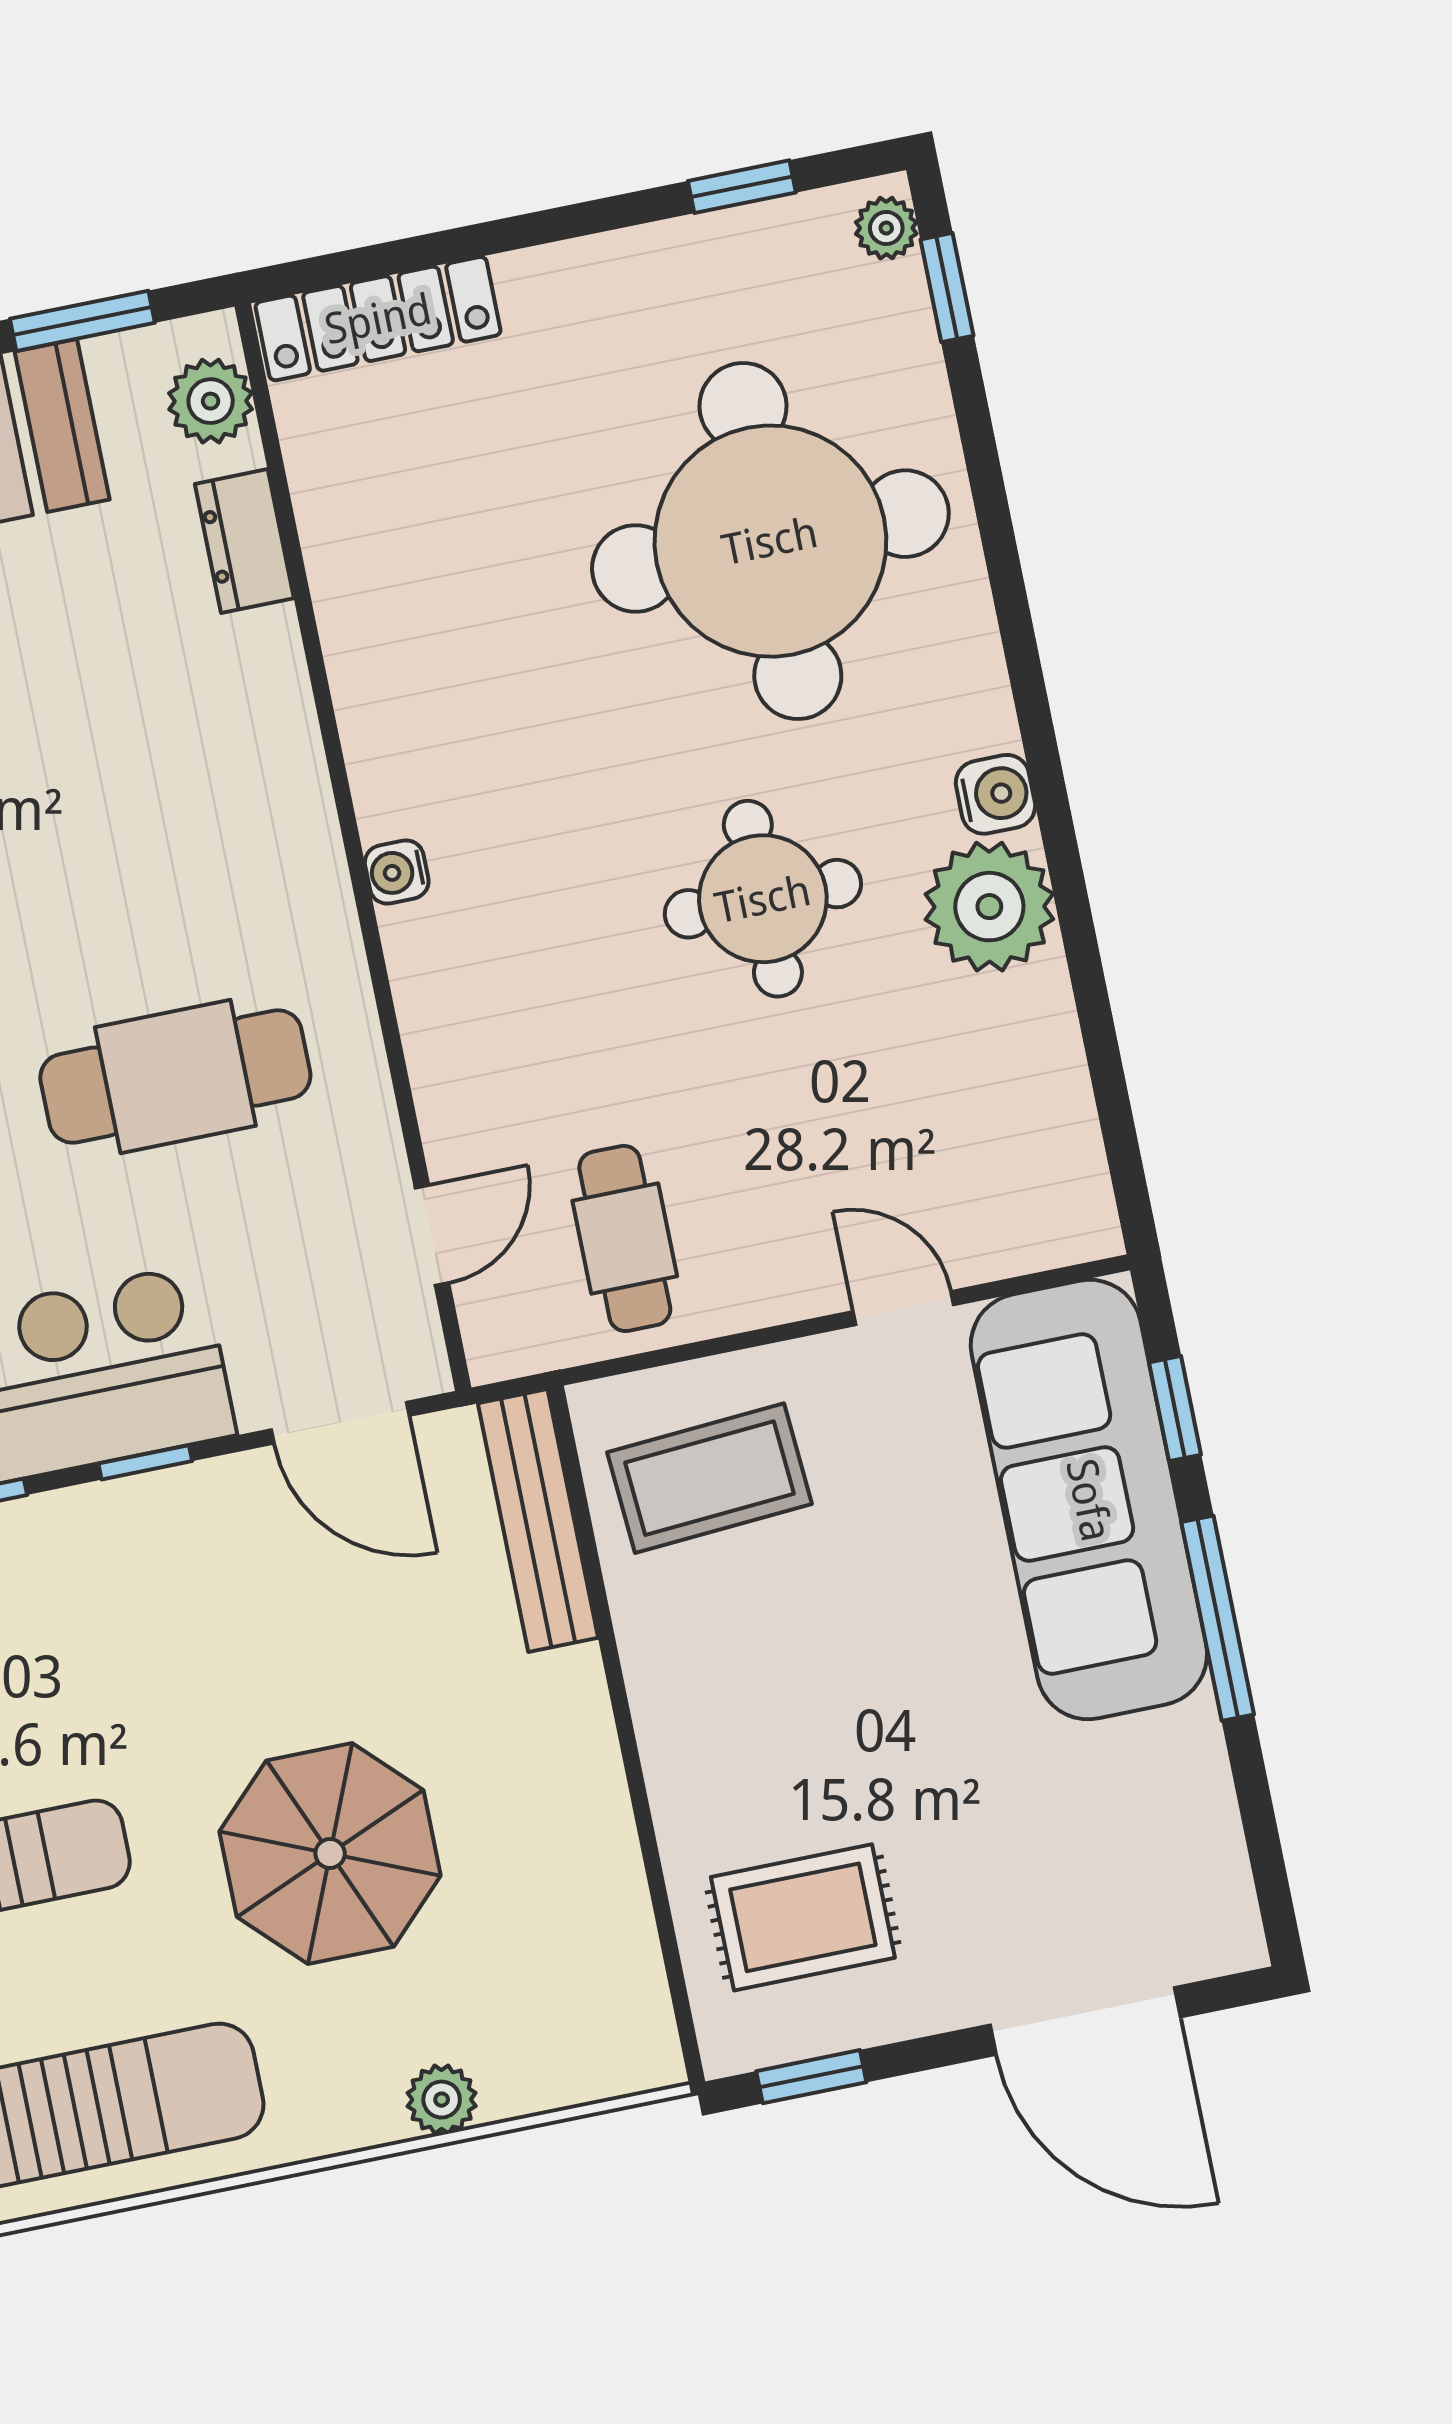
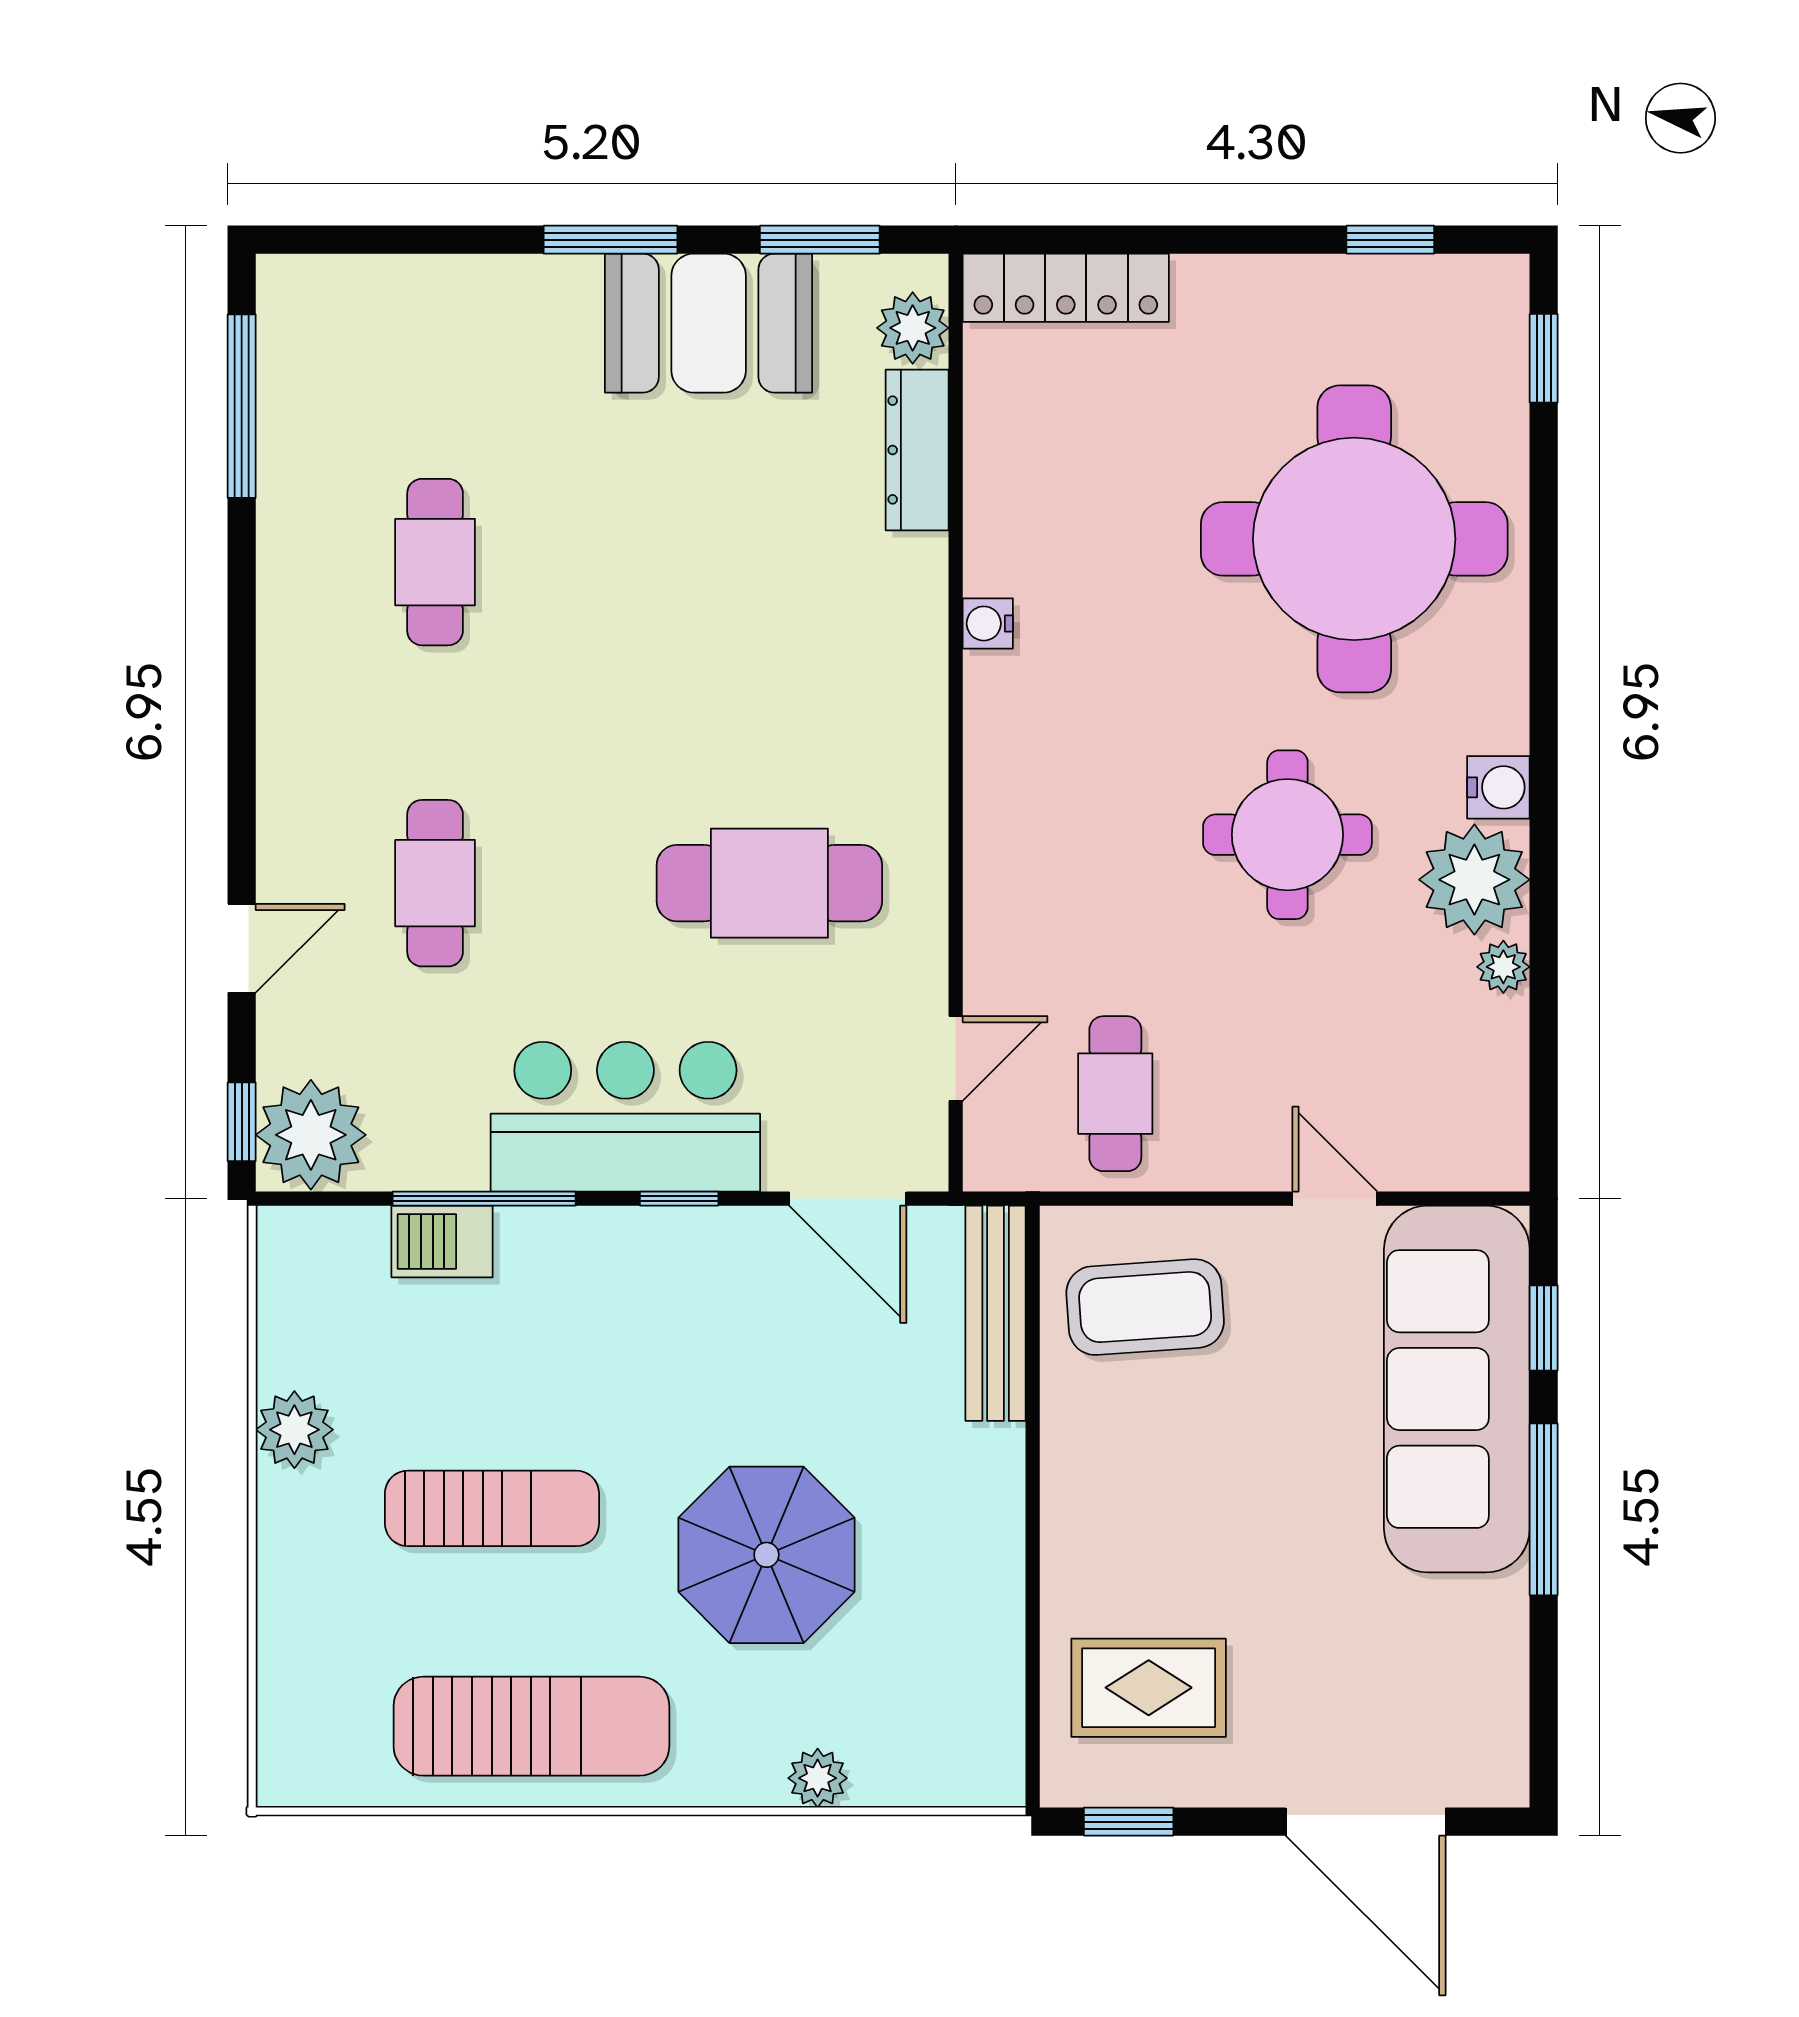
plant: (886, 228) -> (1503, 967), moved
dresser: (244, 541) -> (917, 450), width x1.44
water cooler: (397, 872) -> (988, 623), moved

